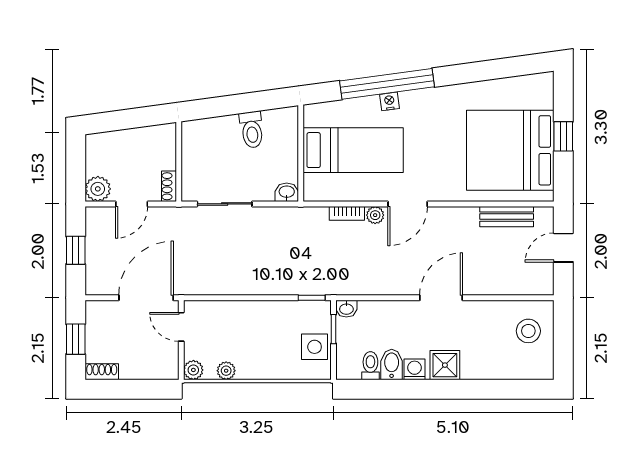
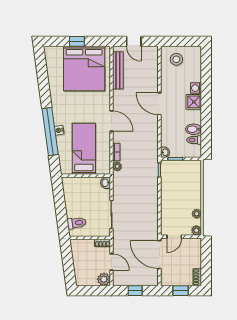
toilet: (252, 130) -> (77, 223), moved
plant: (375, 215) -> (117, 166), moved
bench: (507, 217) -> (118, 70), width x1.36
side table: (315, 347) -> (184, 169), removed
washing machine: (415, 369) -> (196, 88), moved

